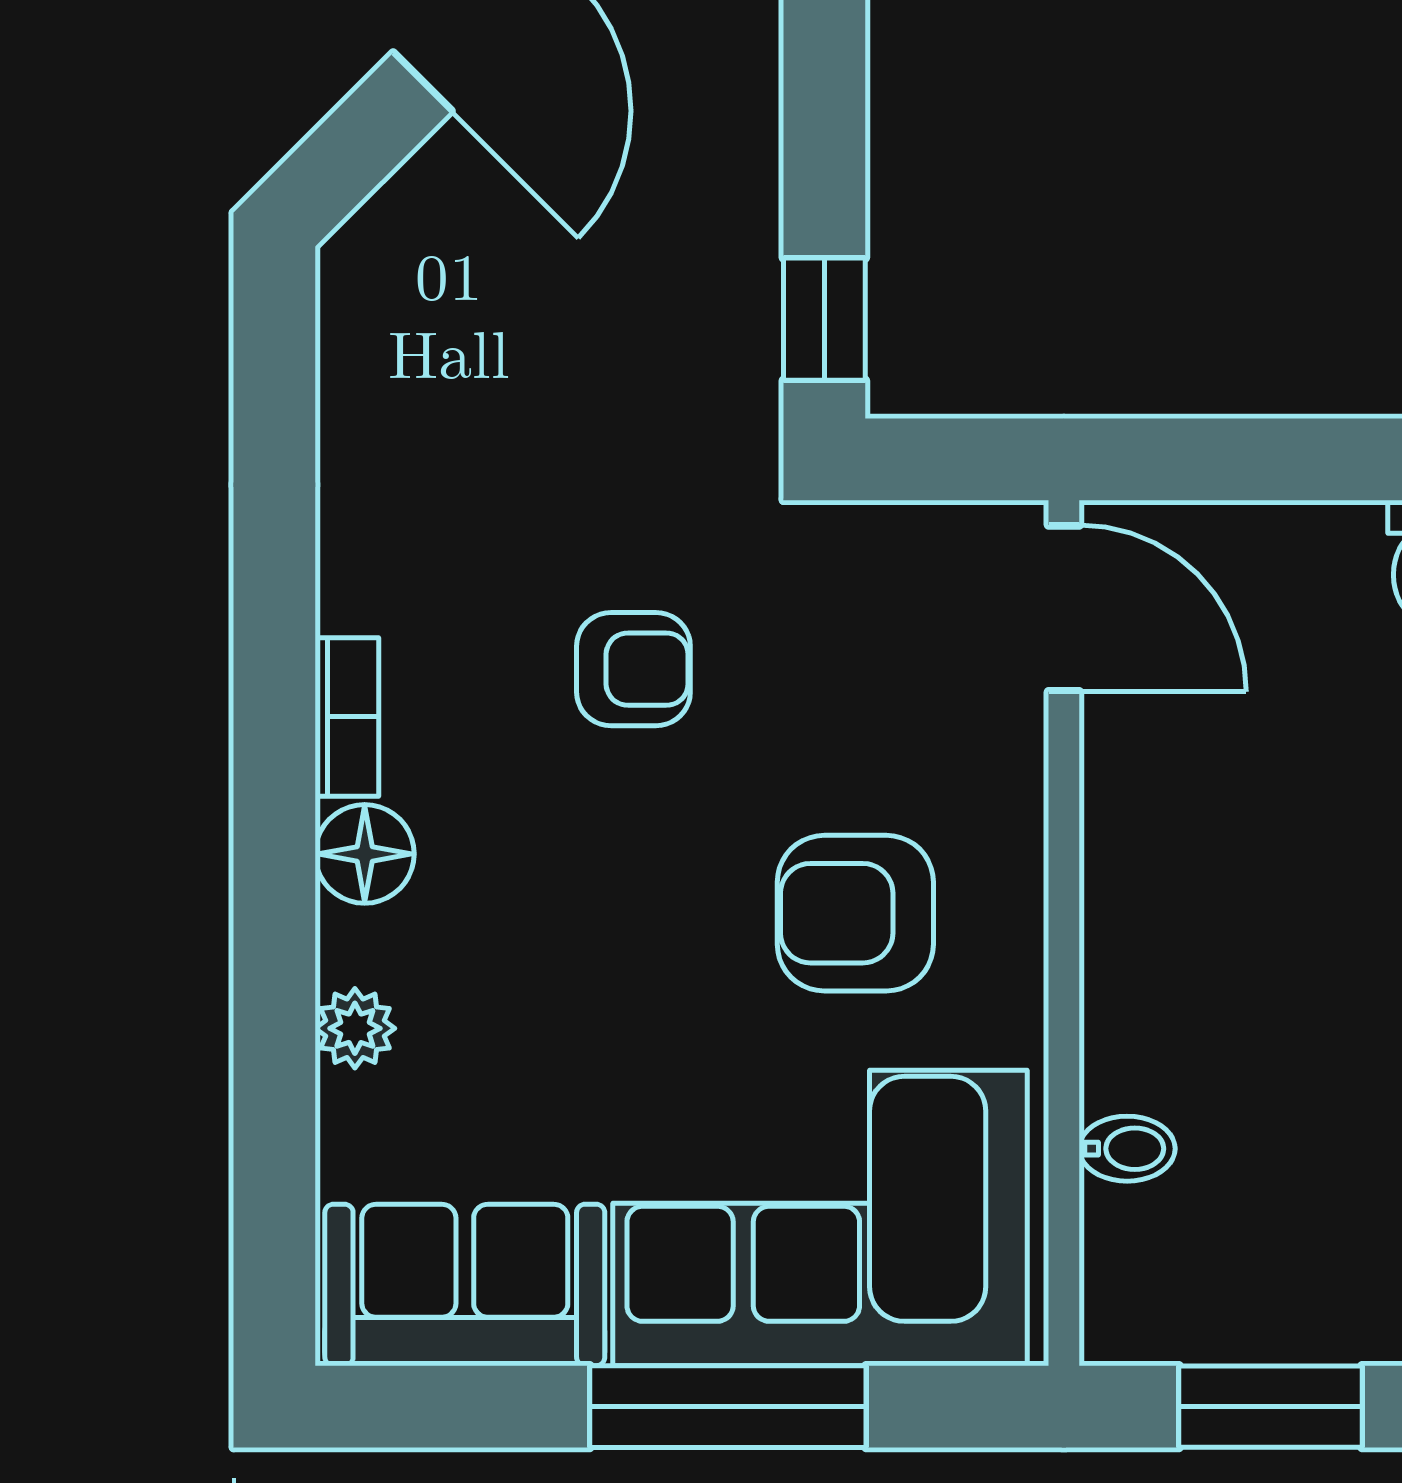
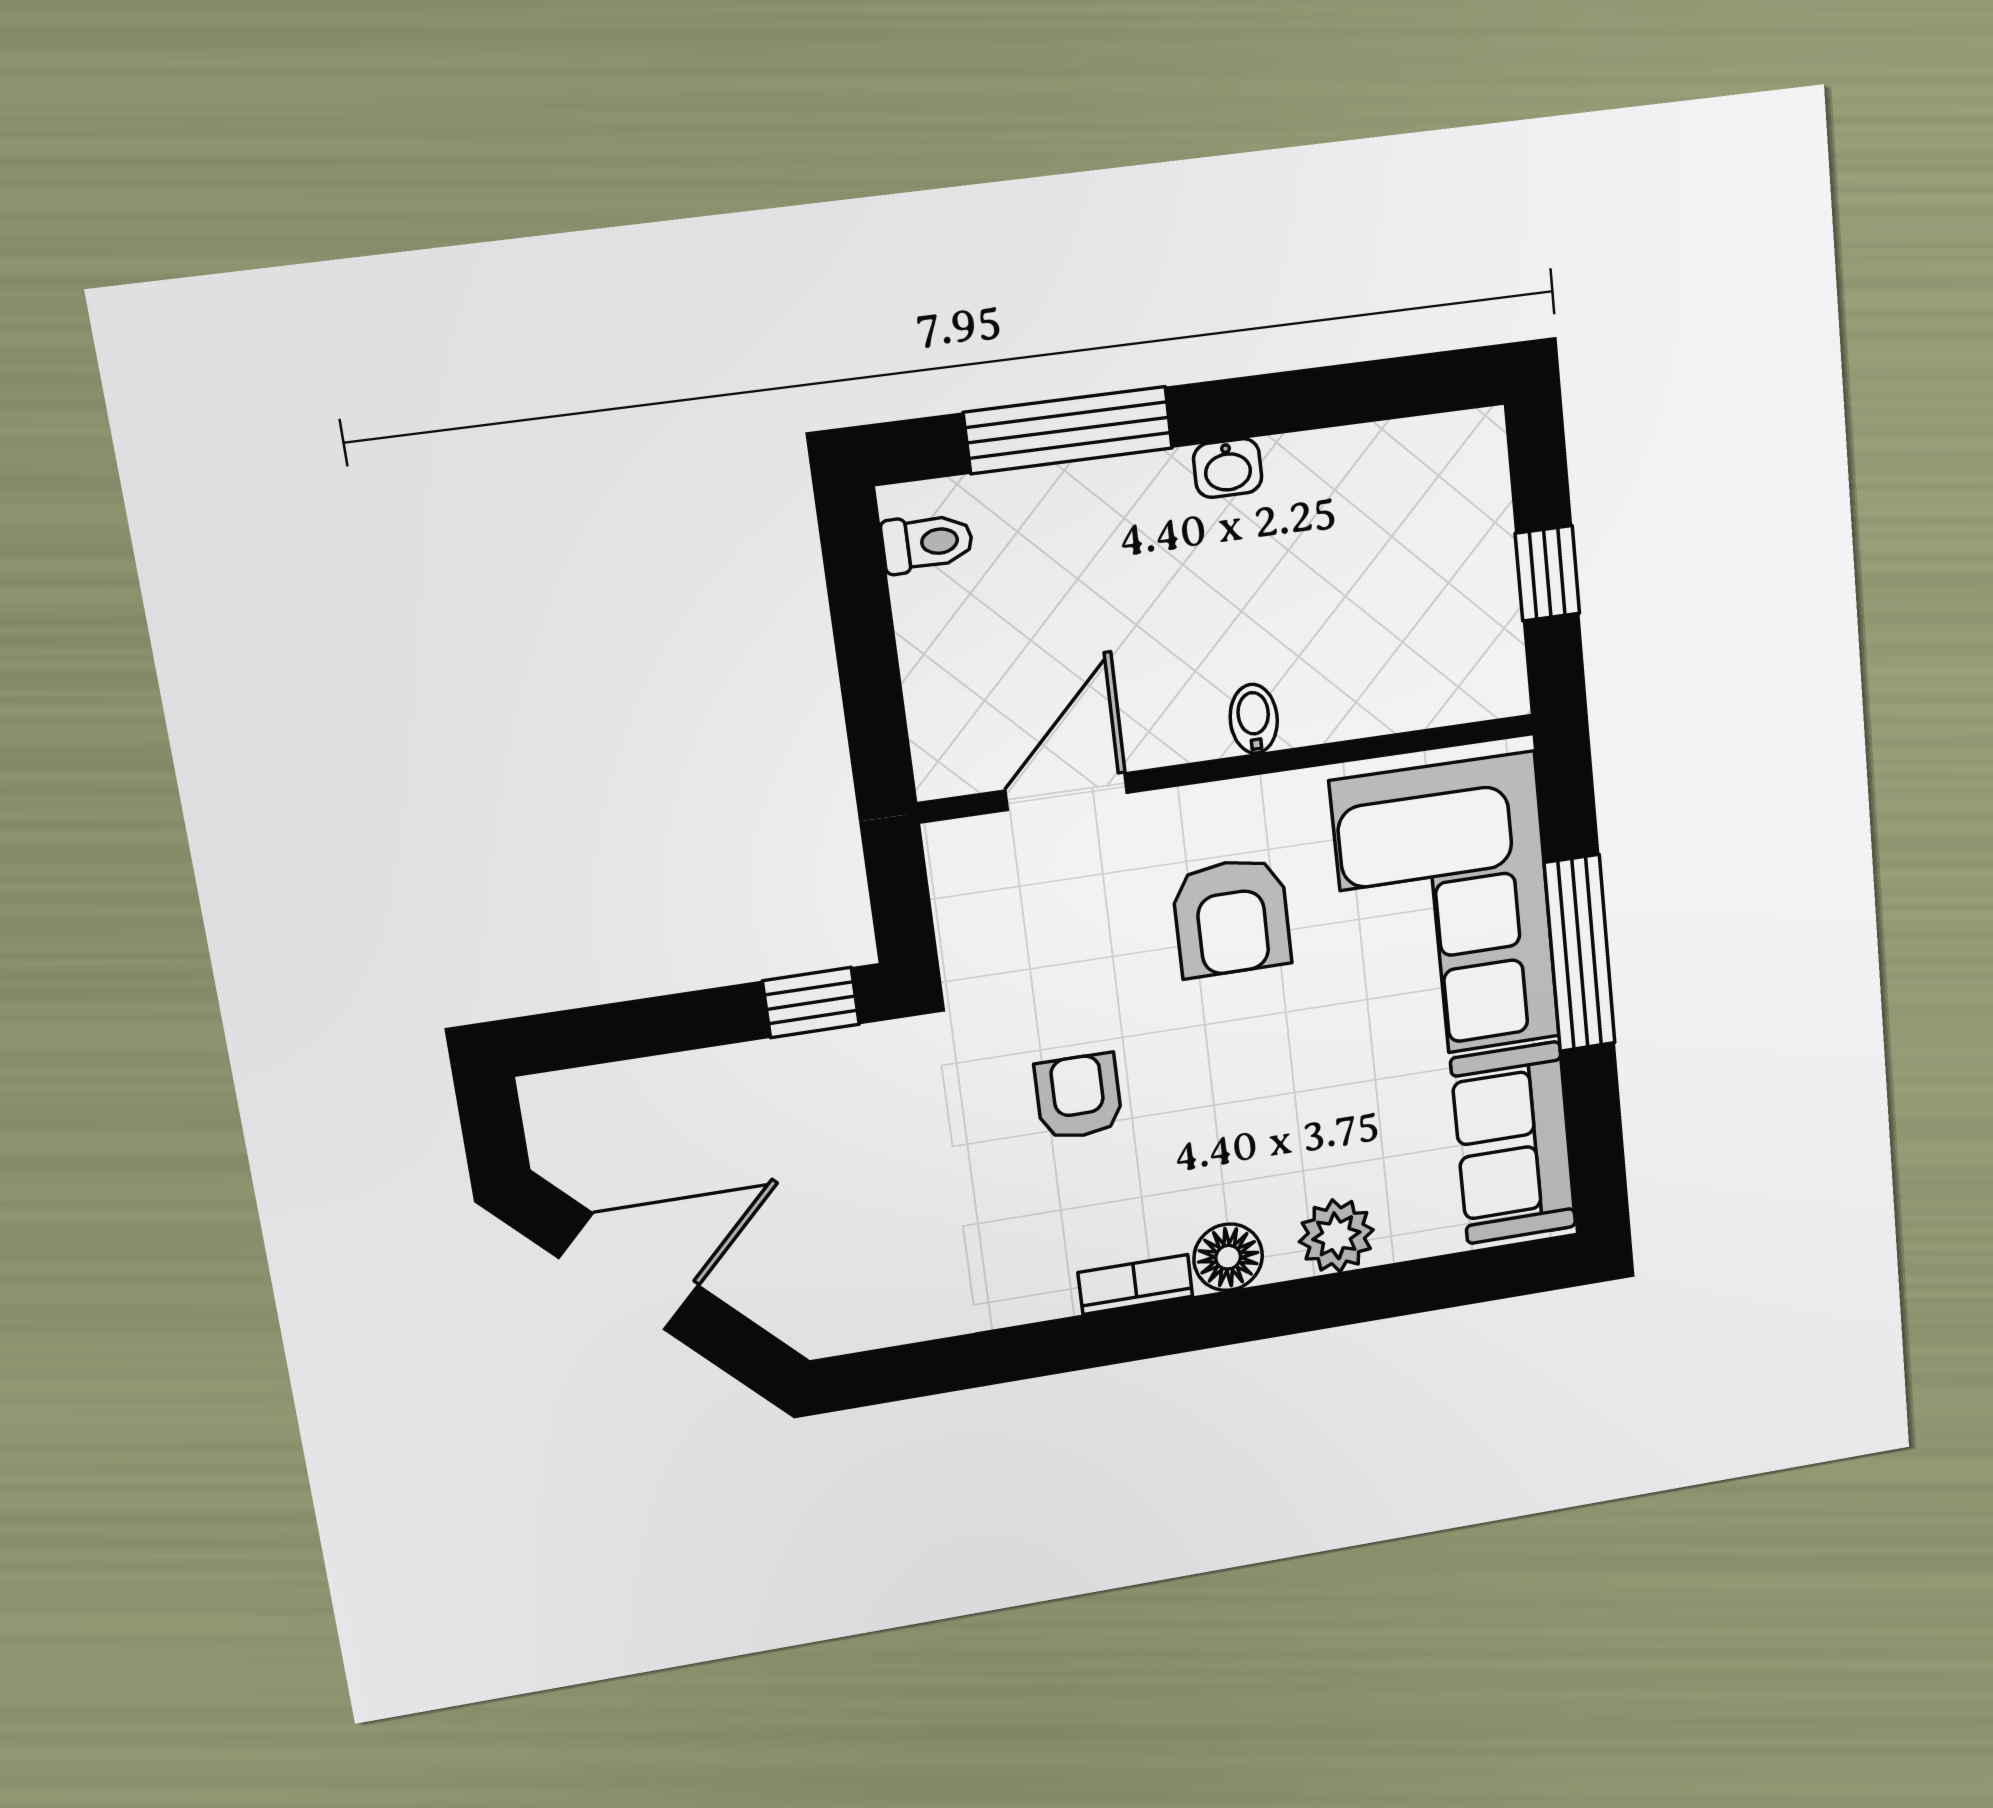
door: (1064, 608) -> (1066, 792), moved
plant: (355, 1028) -> (1336, 1236), width x1.38, depth x1.38
bidet: (1127, 1149) -> (1254, 719), moved
window: (1270, 1407) -> (1547, 573), width x0.67

